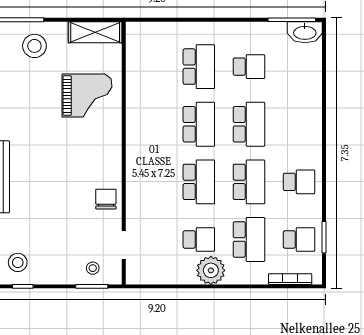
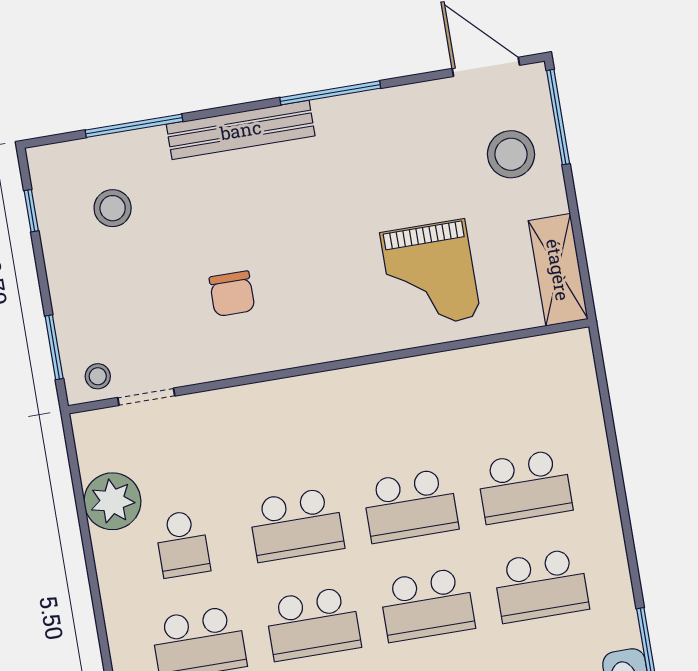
school desk: (249, 67) -> (541, 586), width x1.85
chair: (106, 199) -> (232, 294), moved, turned 90
stool: (18, 262) -> (113, 208), moved
stool: (93, 268) -> (98, 376), moved
plant: (211, 270) -> (112, 501), moved

